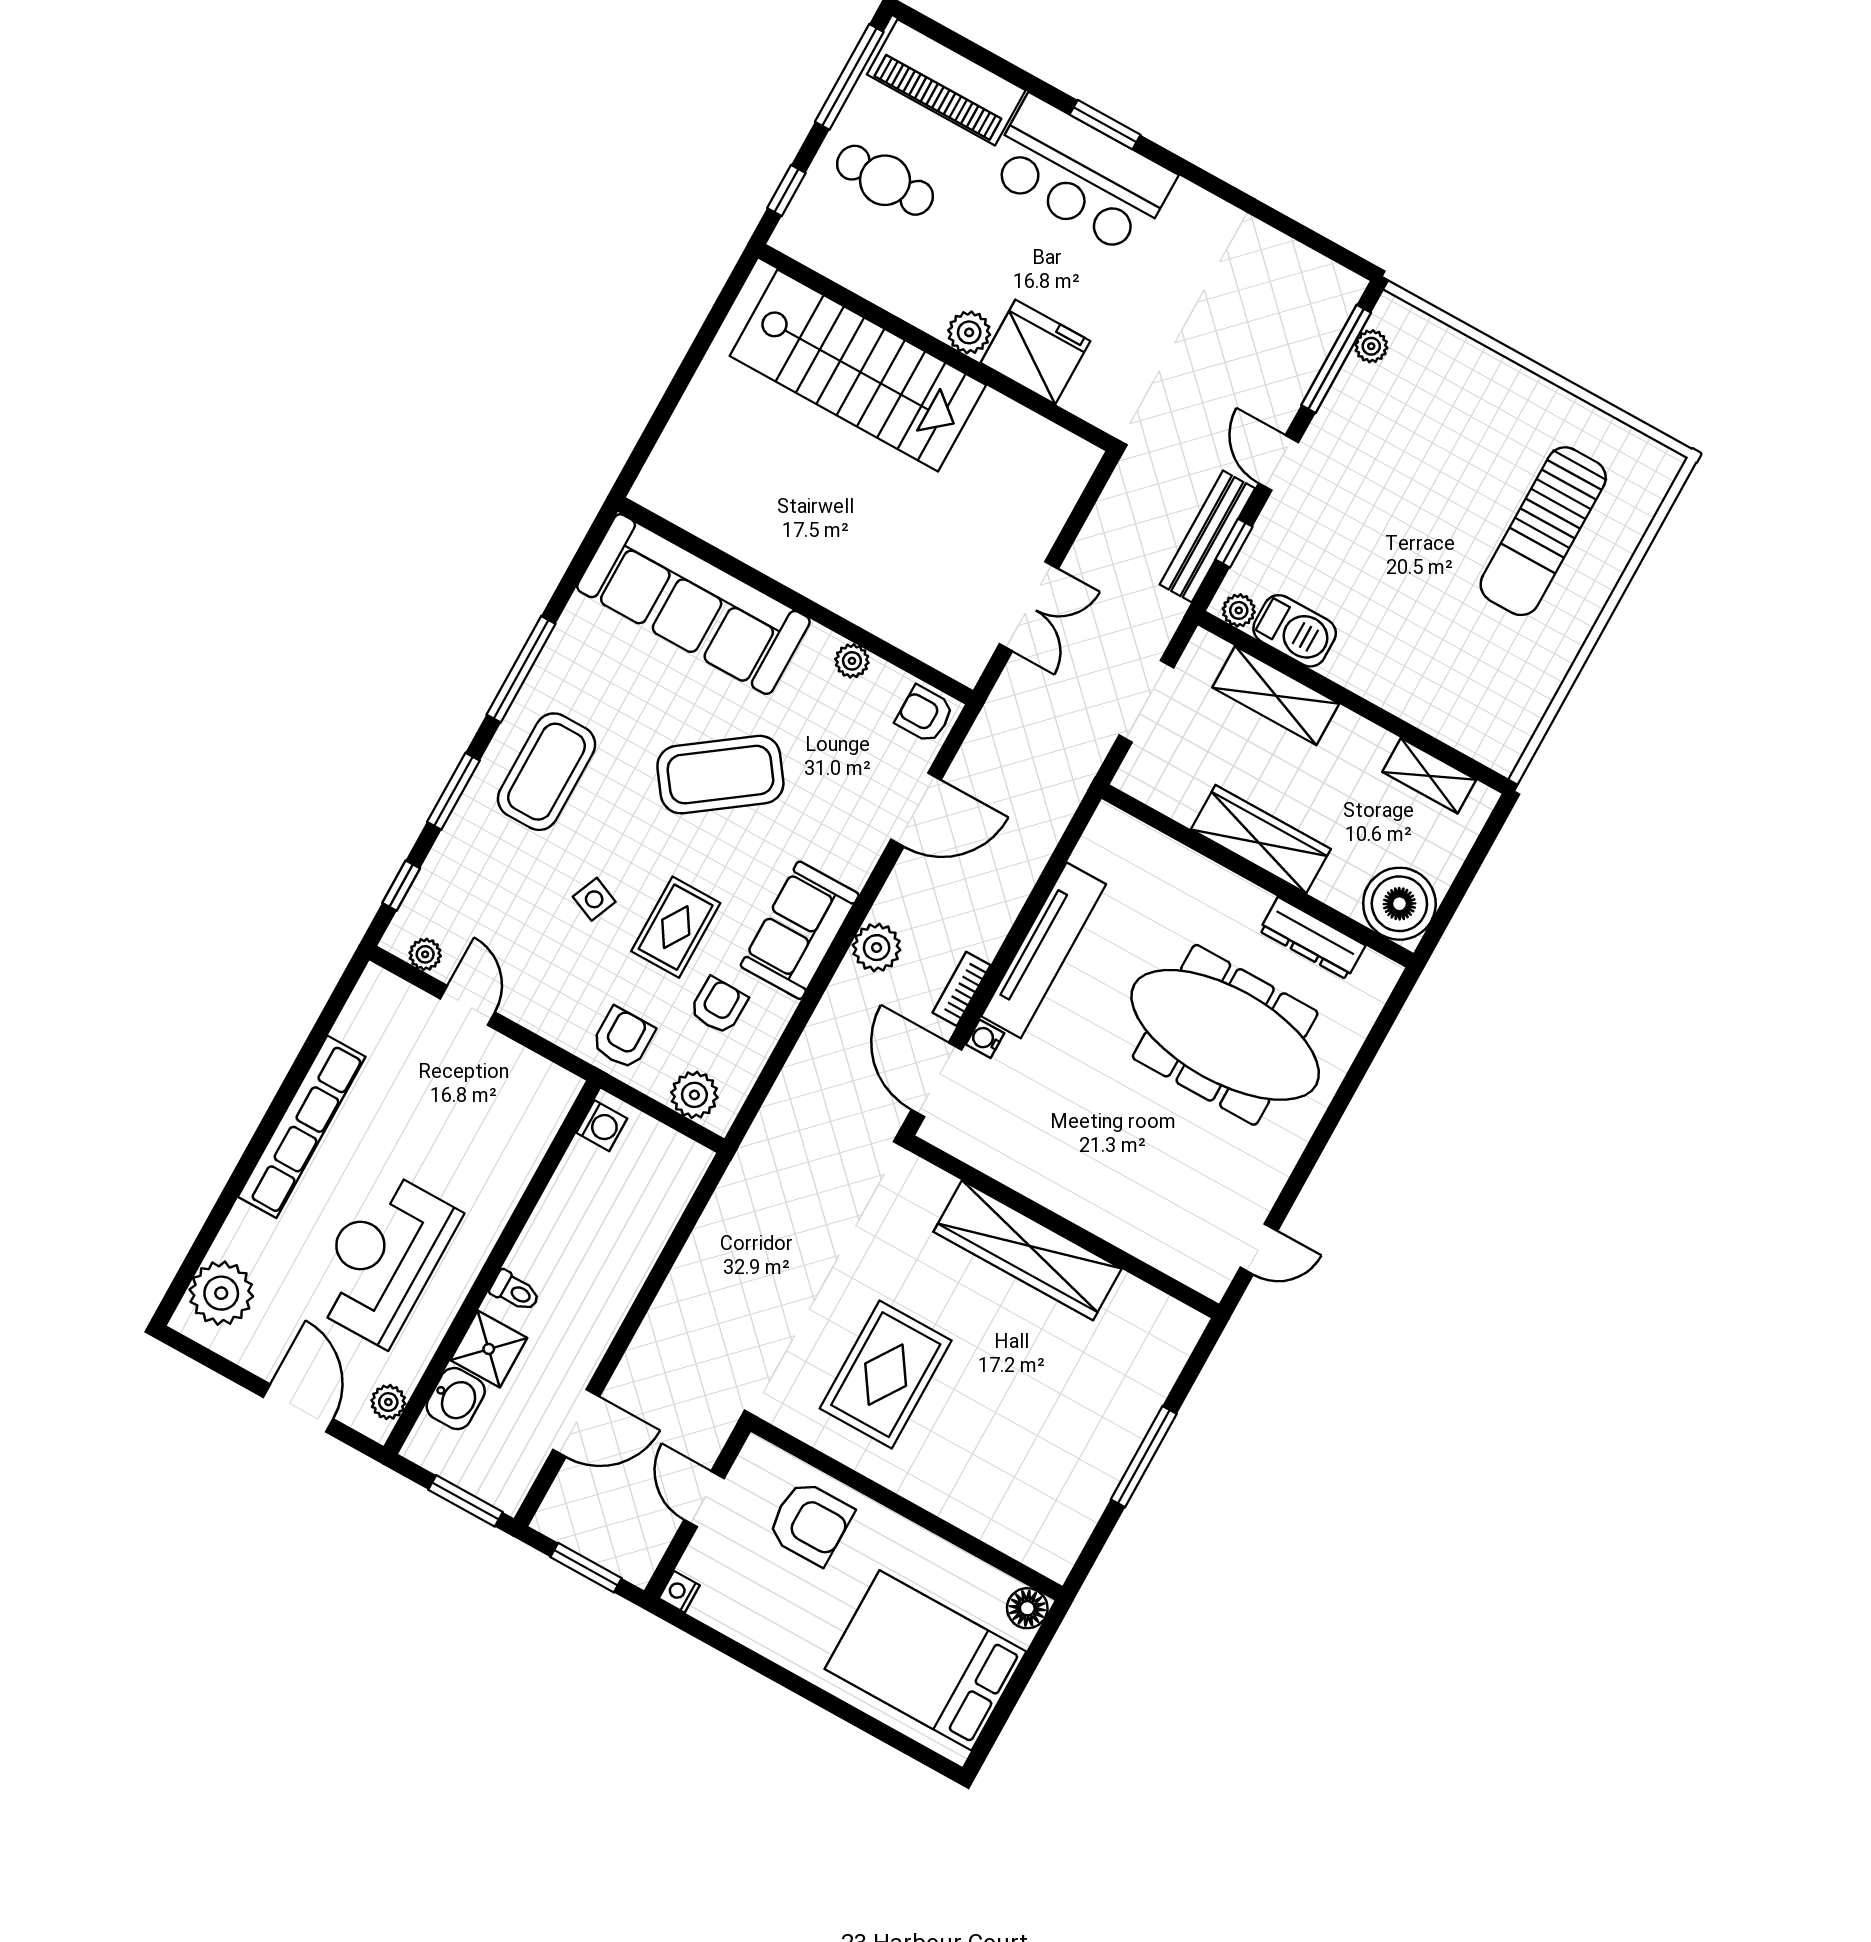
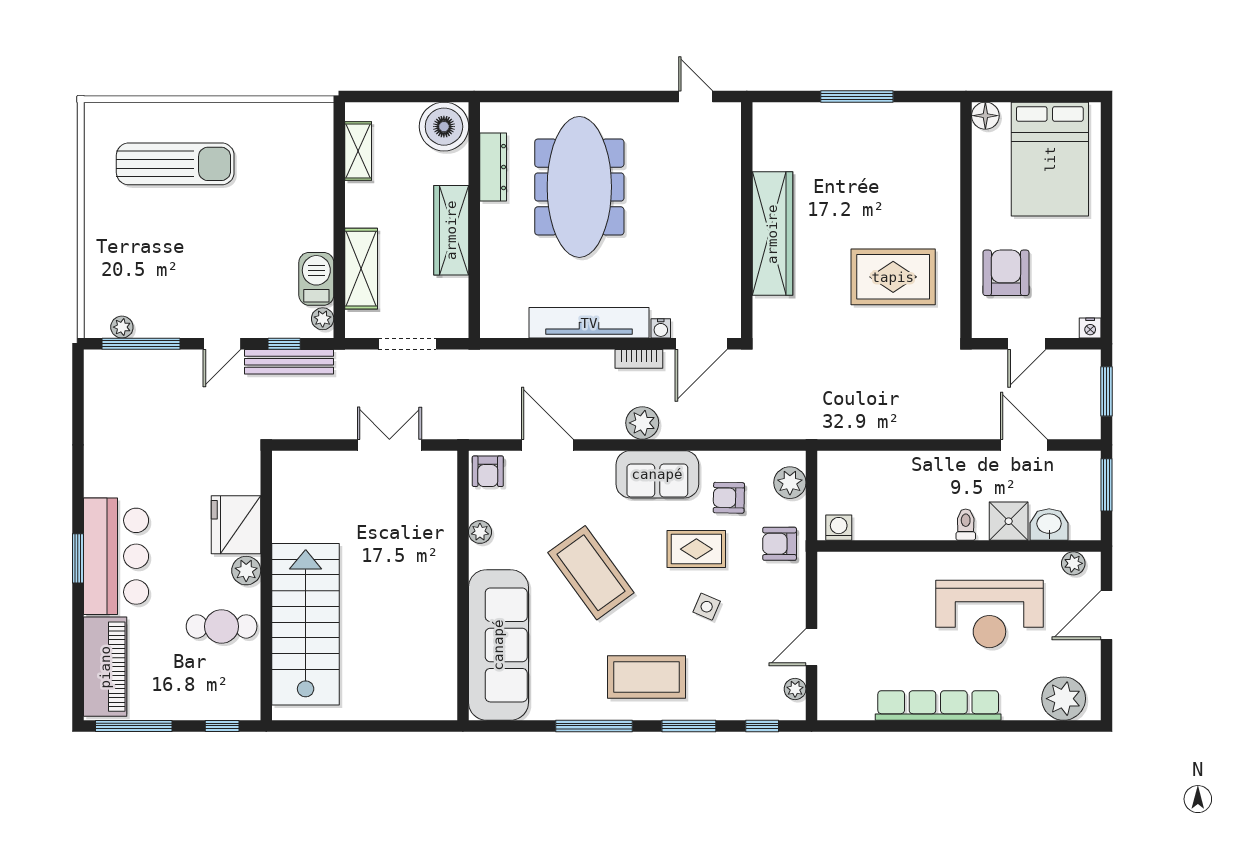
cafe table: (885, 180) -> (222, 626), moved, turned 90

